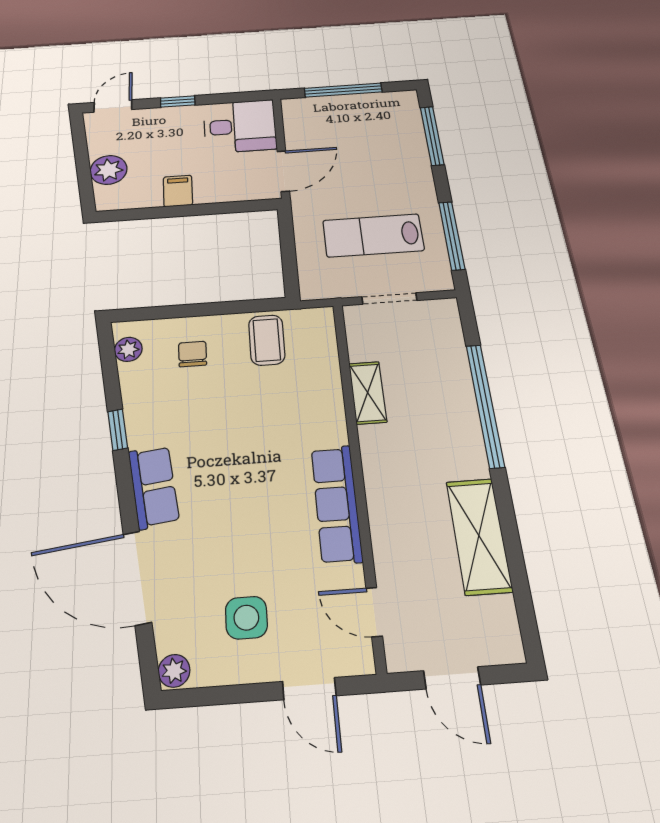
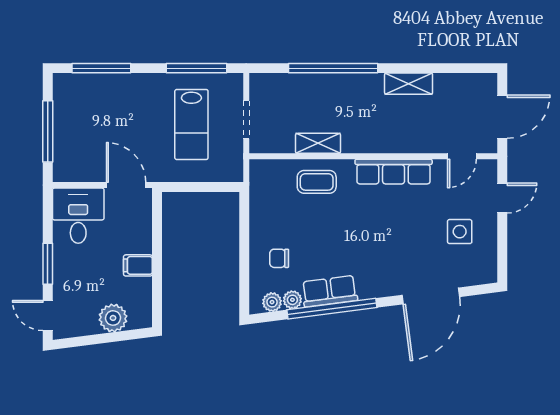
window: (178, 102) -> (48, 264), width x1.50
coffee table: (267, 340) -> (317, 182), moved
window: (118, 430) -> (332, 309), width x3.17
row of seats: (154, 487) -> (330, 291), moved
shelving: (479, 536) -> (409, 84), width x0.67, depth x0.75
plant: (174, 671) -> (292, 300), moved
door: (452, 678) -> (502, 117), width x1.38

